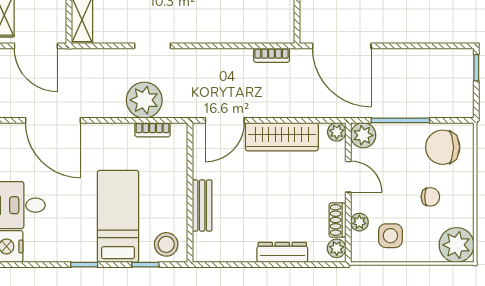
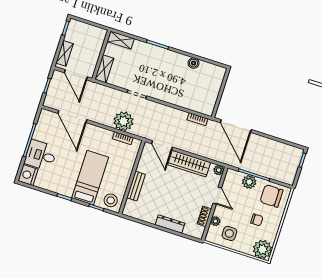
door: (225, 120) -> (162, 145), hinge flipped
plant: (363, 135) -> (249, 182), moved
plant: (337, 248) -> (199, 231), removed

